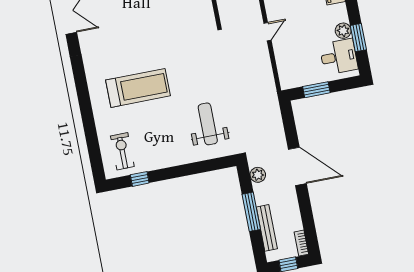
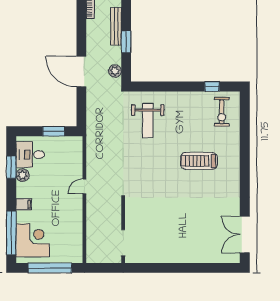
treadmill: (138, 88) -> (199, 161), width x0.73, depth x0.73
window: (251, 212) -> (126, 42), width x0.69

